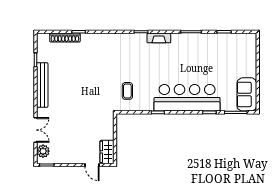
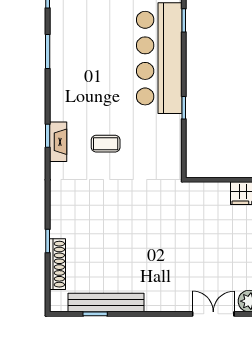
fireplace: (159, 38) -> (58, 142), moved
bench: (42, 85) -> (106, 303), moved
coffee table: (127, 91) -> (106, 144), moved

